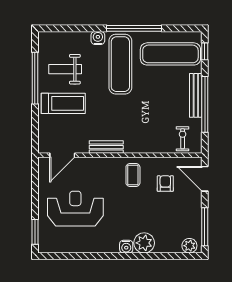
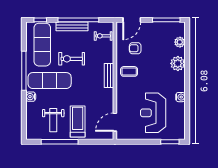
exercise bike: (151, 95) -> (72, 59), added
bench: (106, 147) -> (109, 76), moved
door: (62, 155) -> (115, 122), swing flipped
plant: (189, 246) -> (180, 42), moved
water cooler: (126, 247) -> (180, 97), moved

